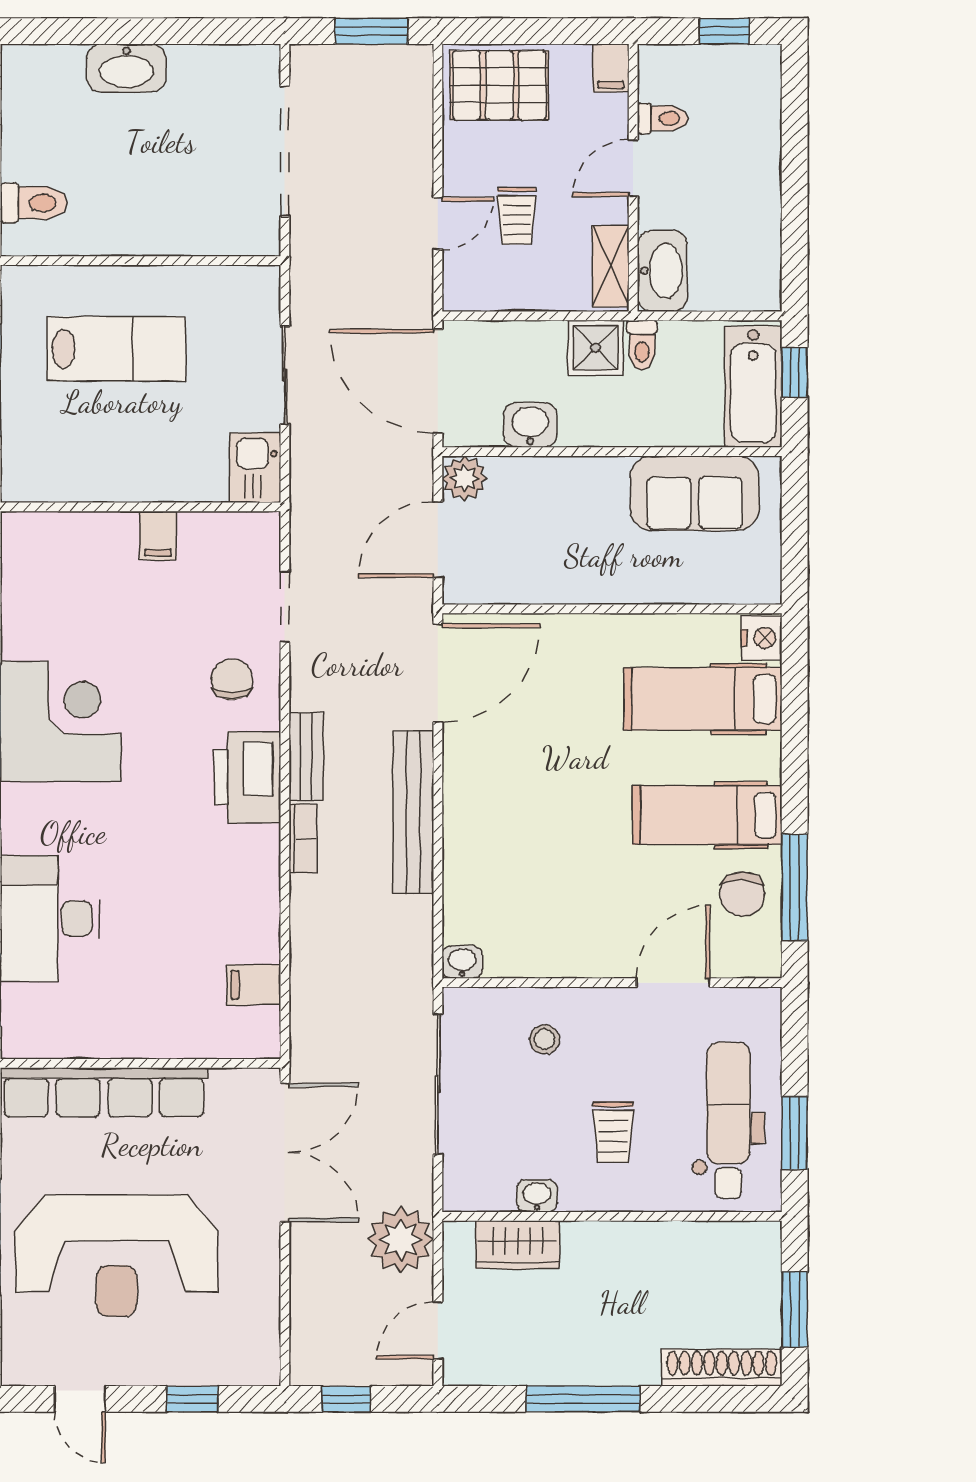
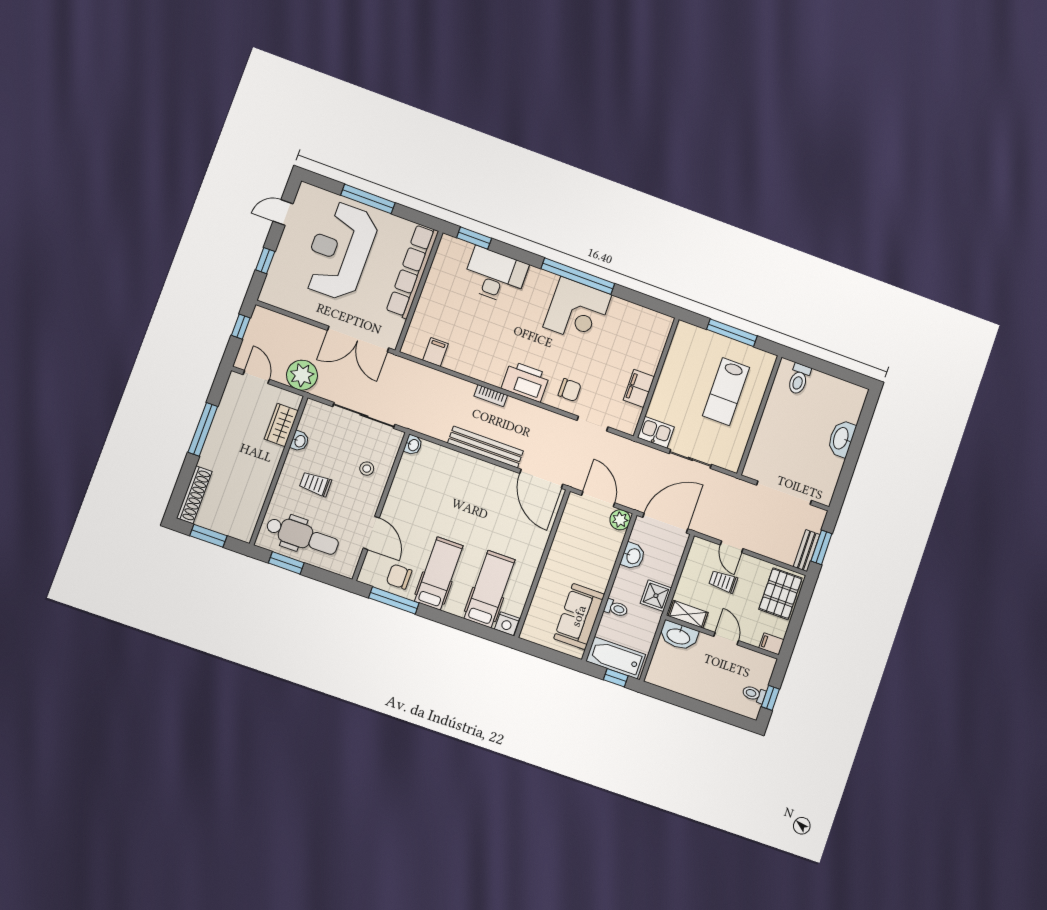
toilet: (662, 118) -> (754, 694), moved, turned 90
toilet: (642, 345) -> (616, 608), moved, turned 180
filing cabinet: (158, 536) -> (639, 388), width x2.00
bench: (306, 757) -> (807, 551), moved, turned 90

